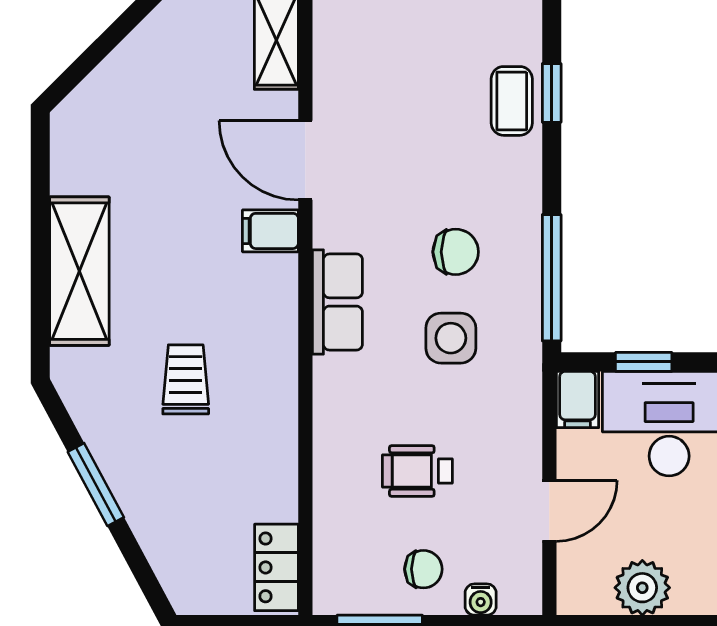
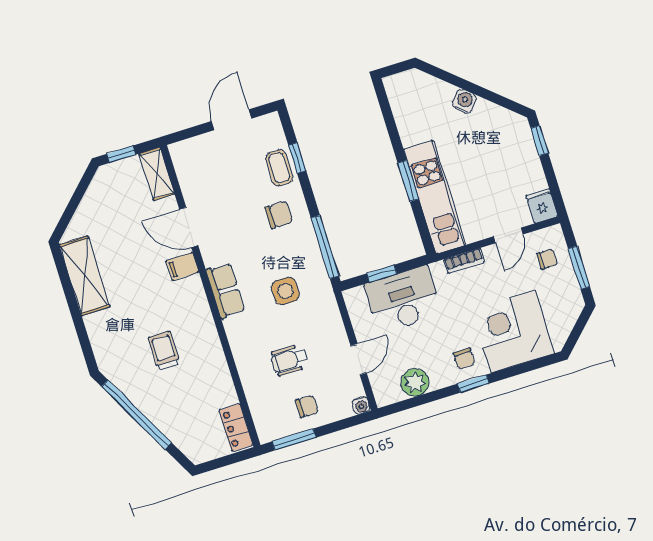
chair: (456, 252) -> (279, 215), moved
shelving: (79, 271) -> (85, 276), moved
filing cabinet: (577, 399) -> (356, 302), removed
window: (96, 485) -> (137, 415), width x2.11
water cooler: (481, 600) -> (361, 405), moved

